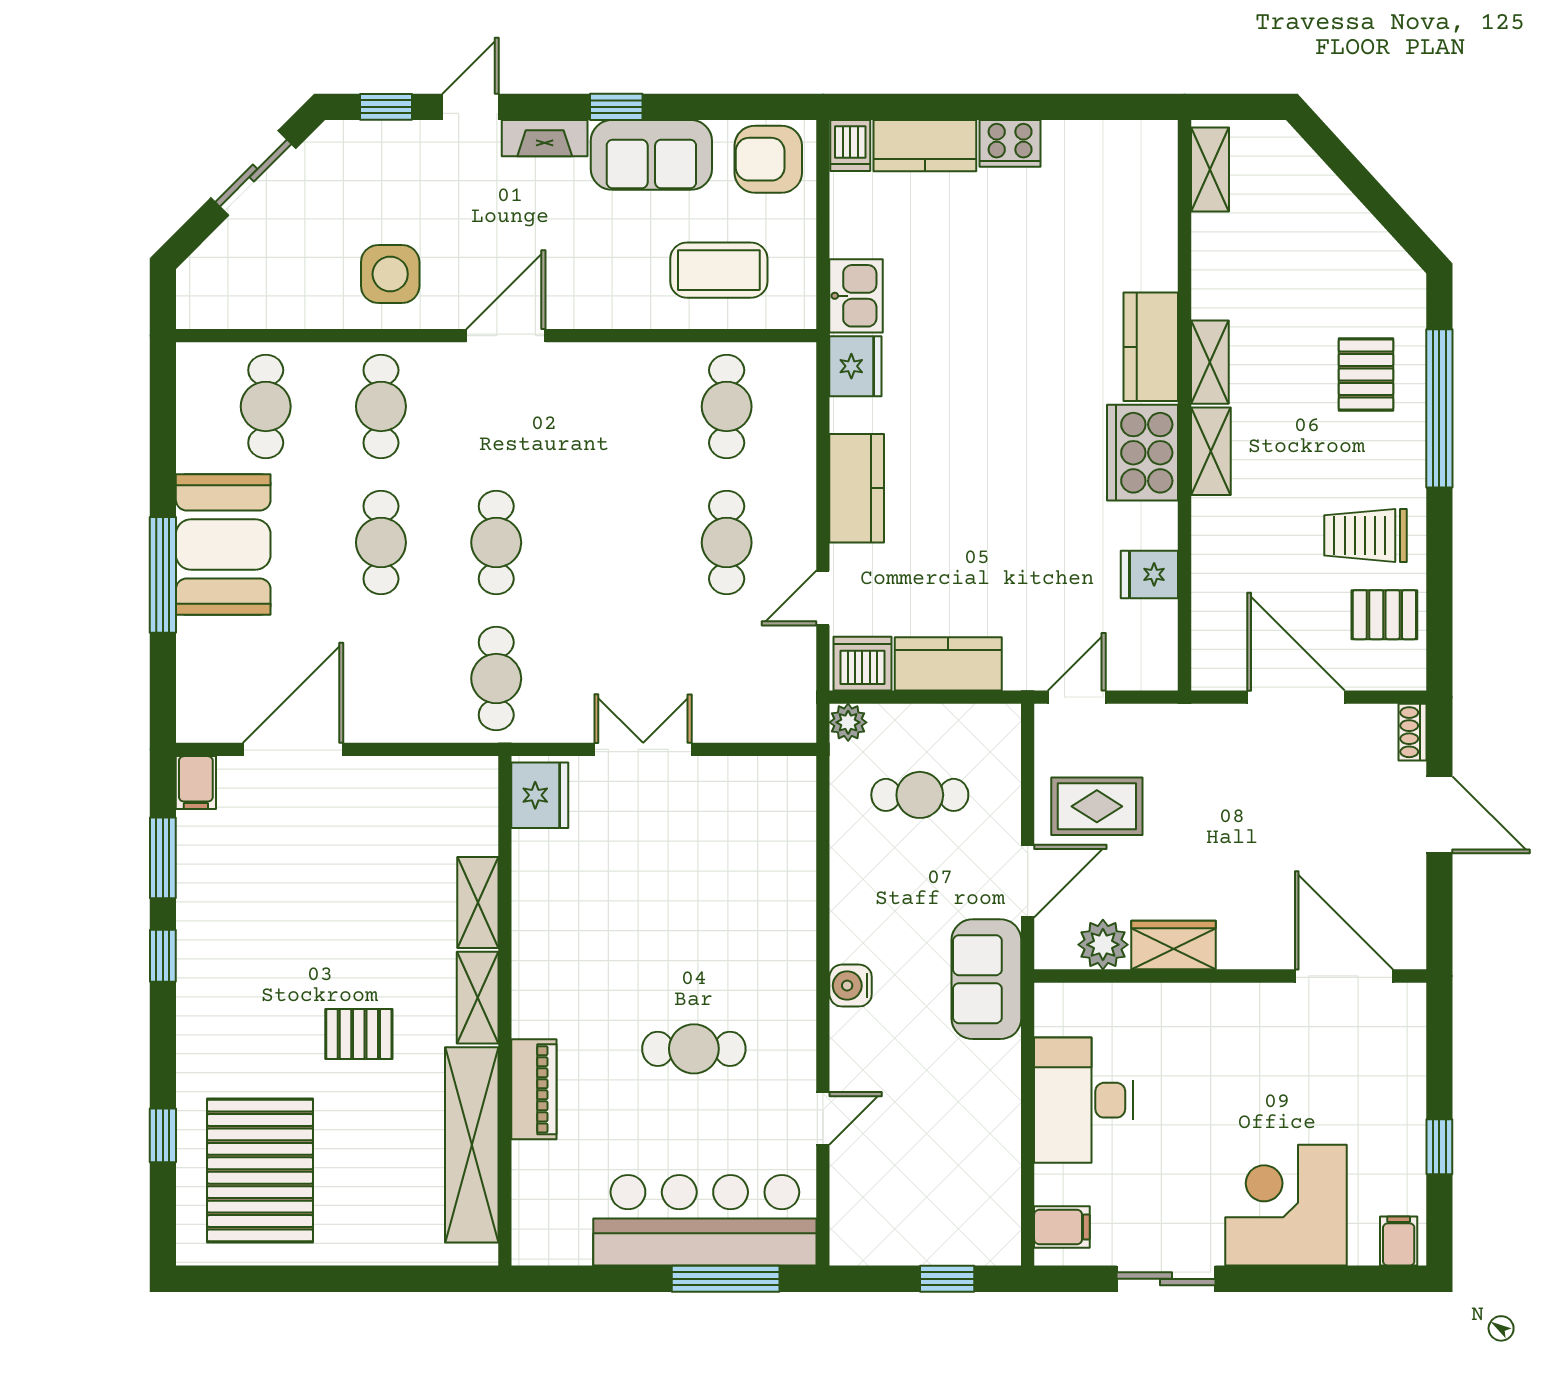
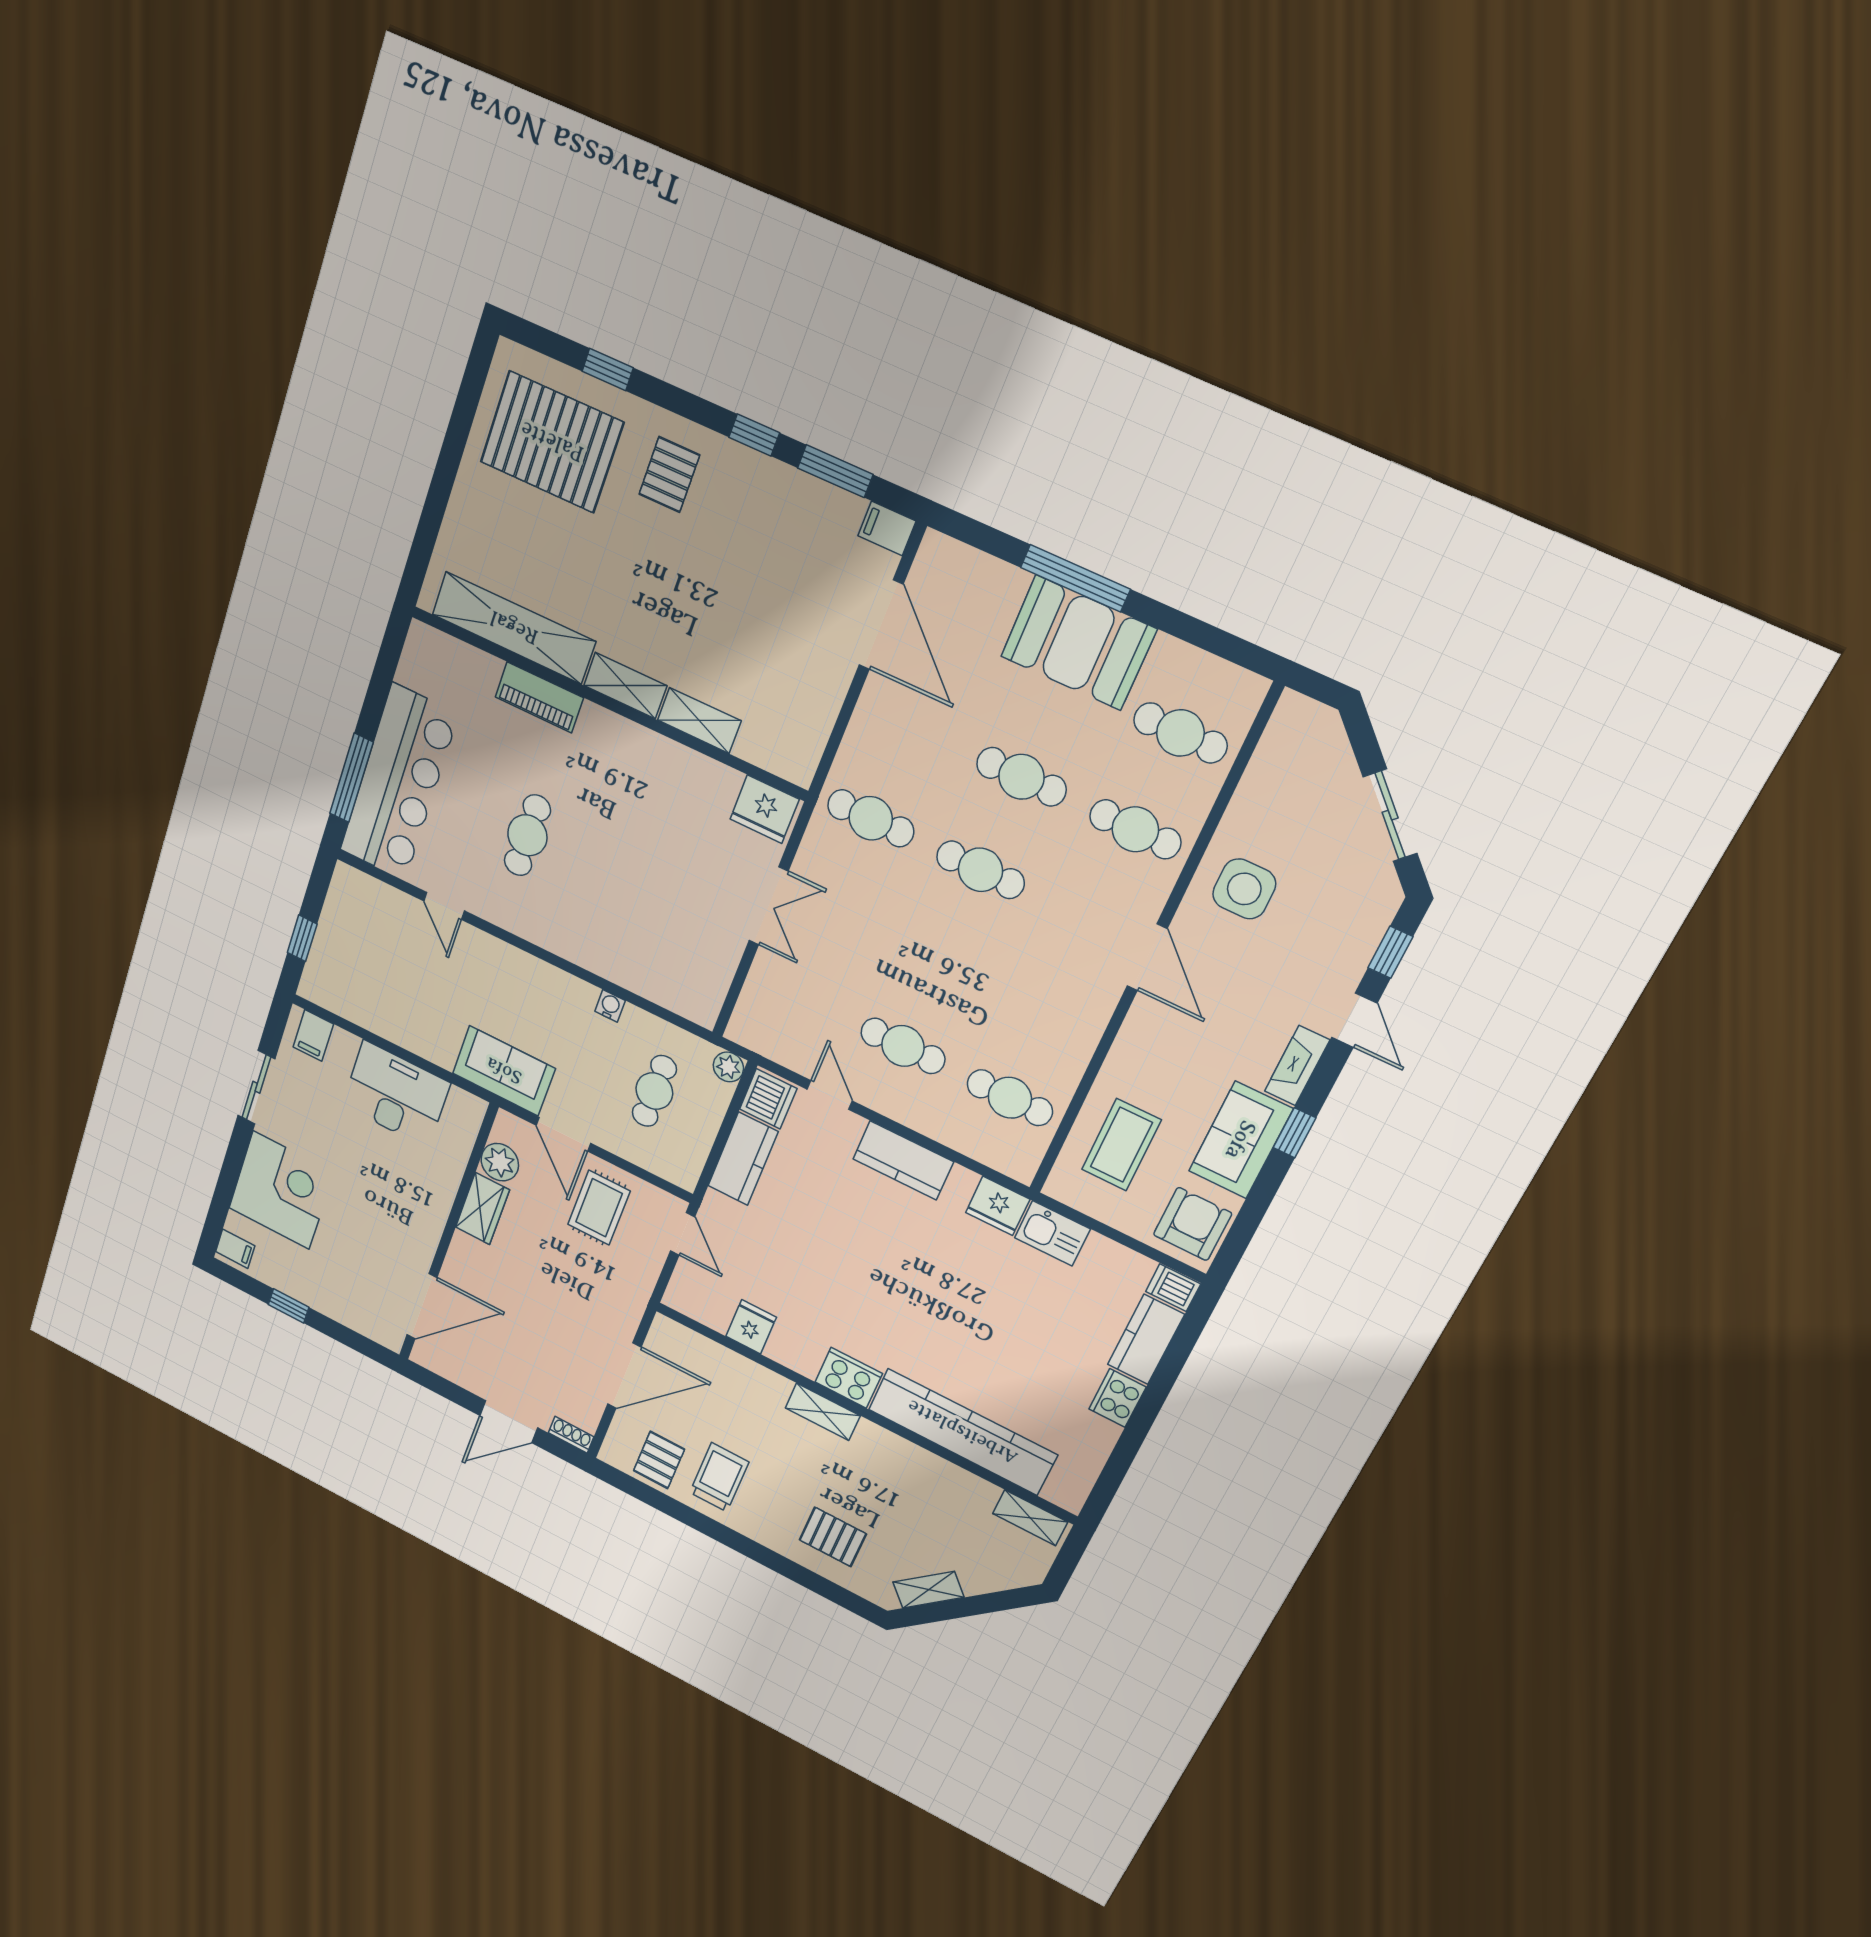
kitchen counter: (1151, 347) -> (962, 1432), width x2.08, depth x1.17
shelving: (1210, 362) -> (928, 1590), moved, turned -42
window: (1439, 408) -> (788, 1568), removed
cooker: (1143, 453) -> (849, 1378), width x0.73, depth x0.76
water cooler: (851, 986) -> (610, 1006), moved, width x0.72, depth x0.72
pallet: (359, 1034) -> (669, 475), moved

